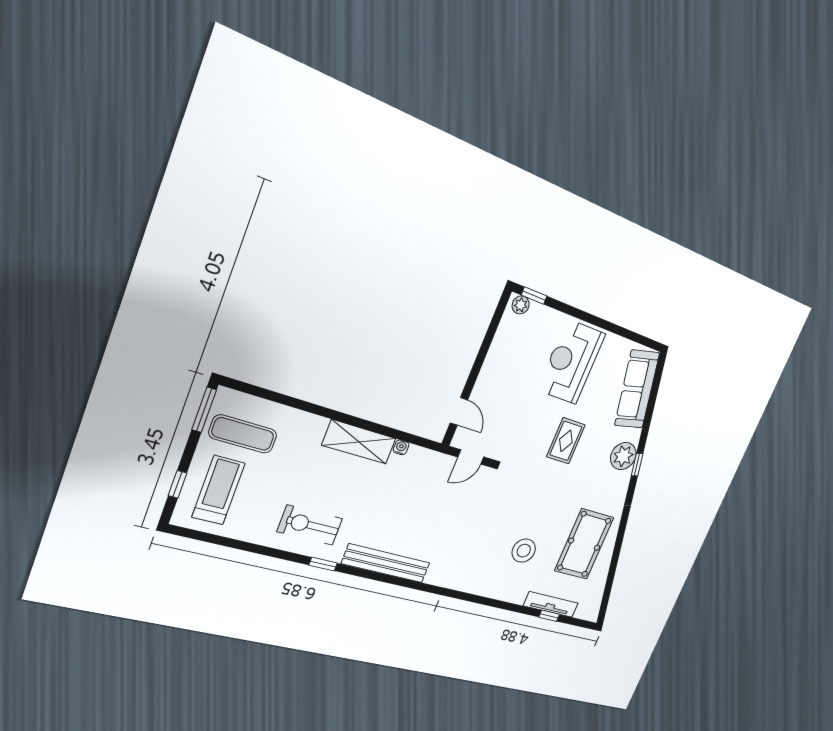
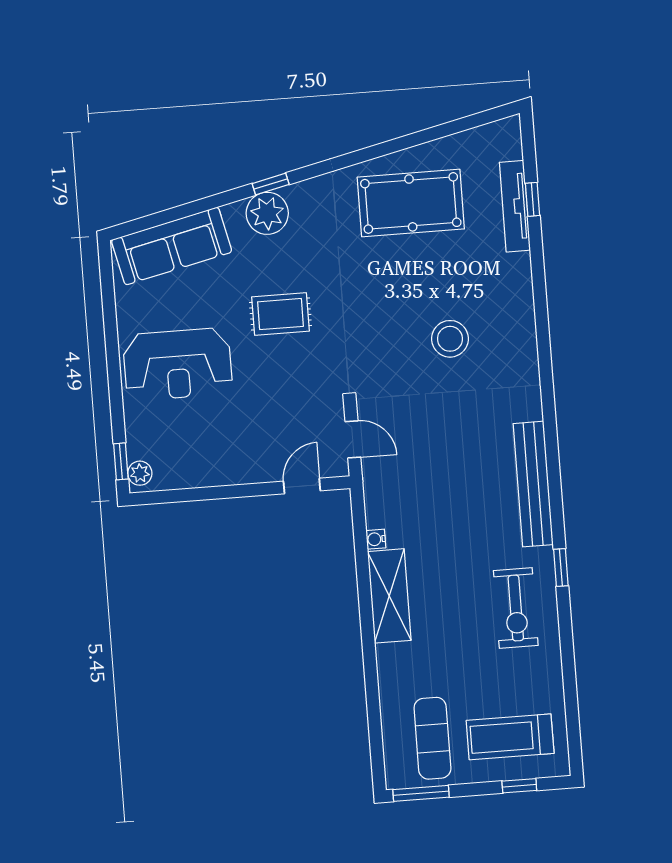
stool: (524, 551) -> (450, 339), moved

